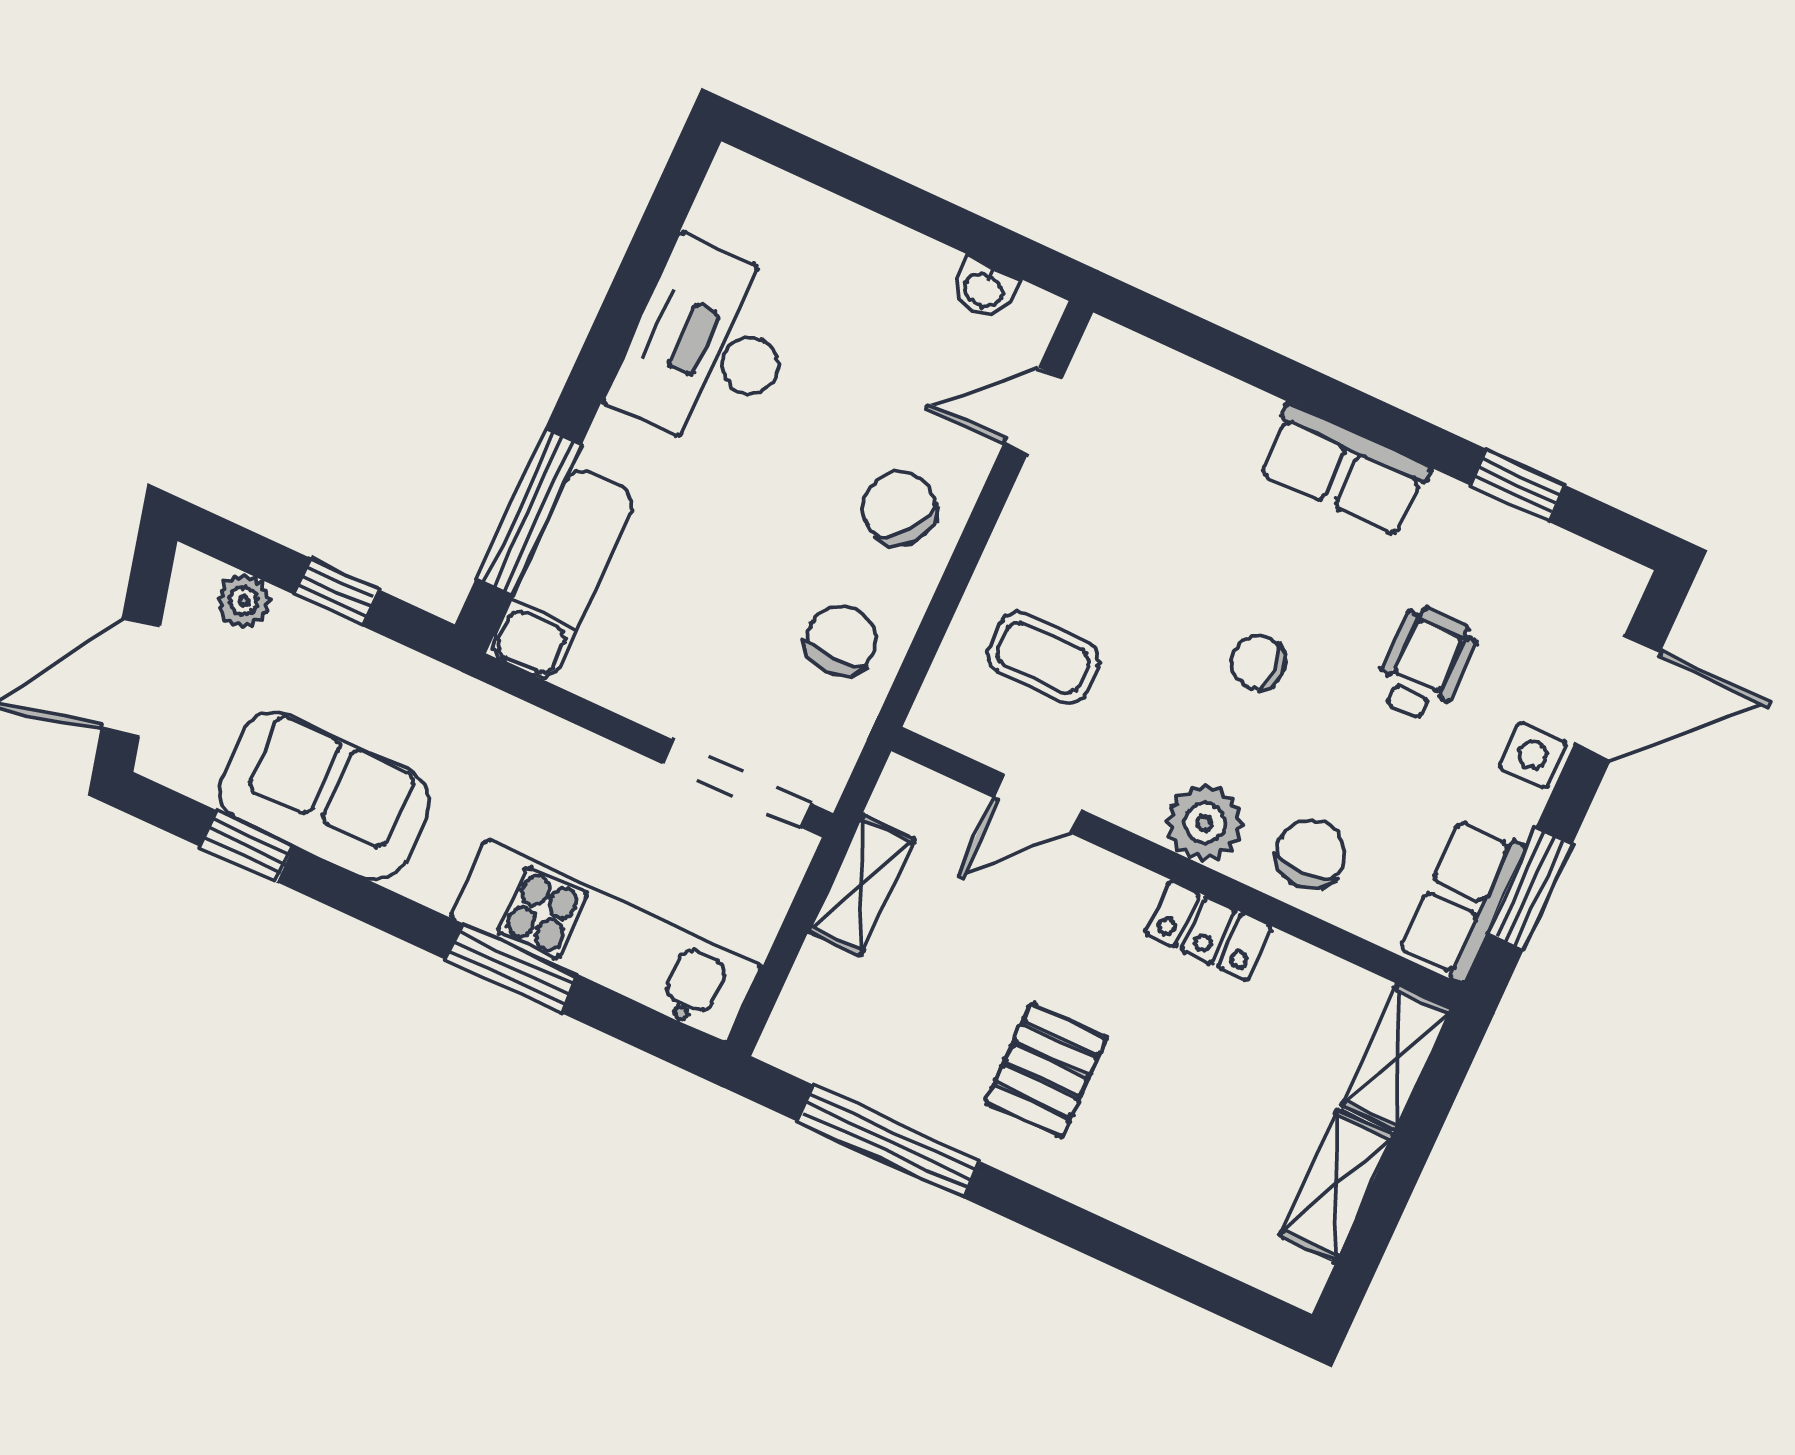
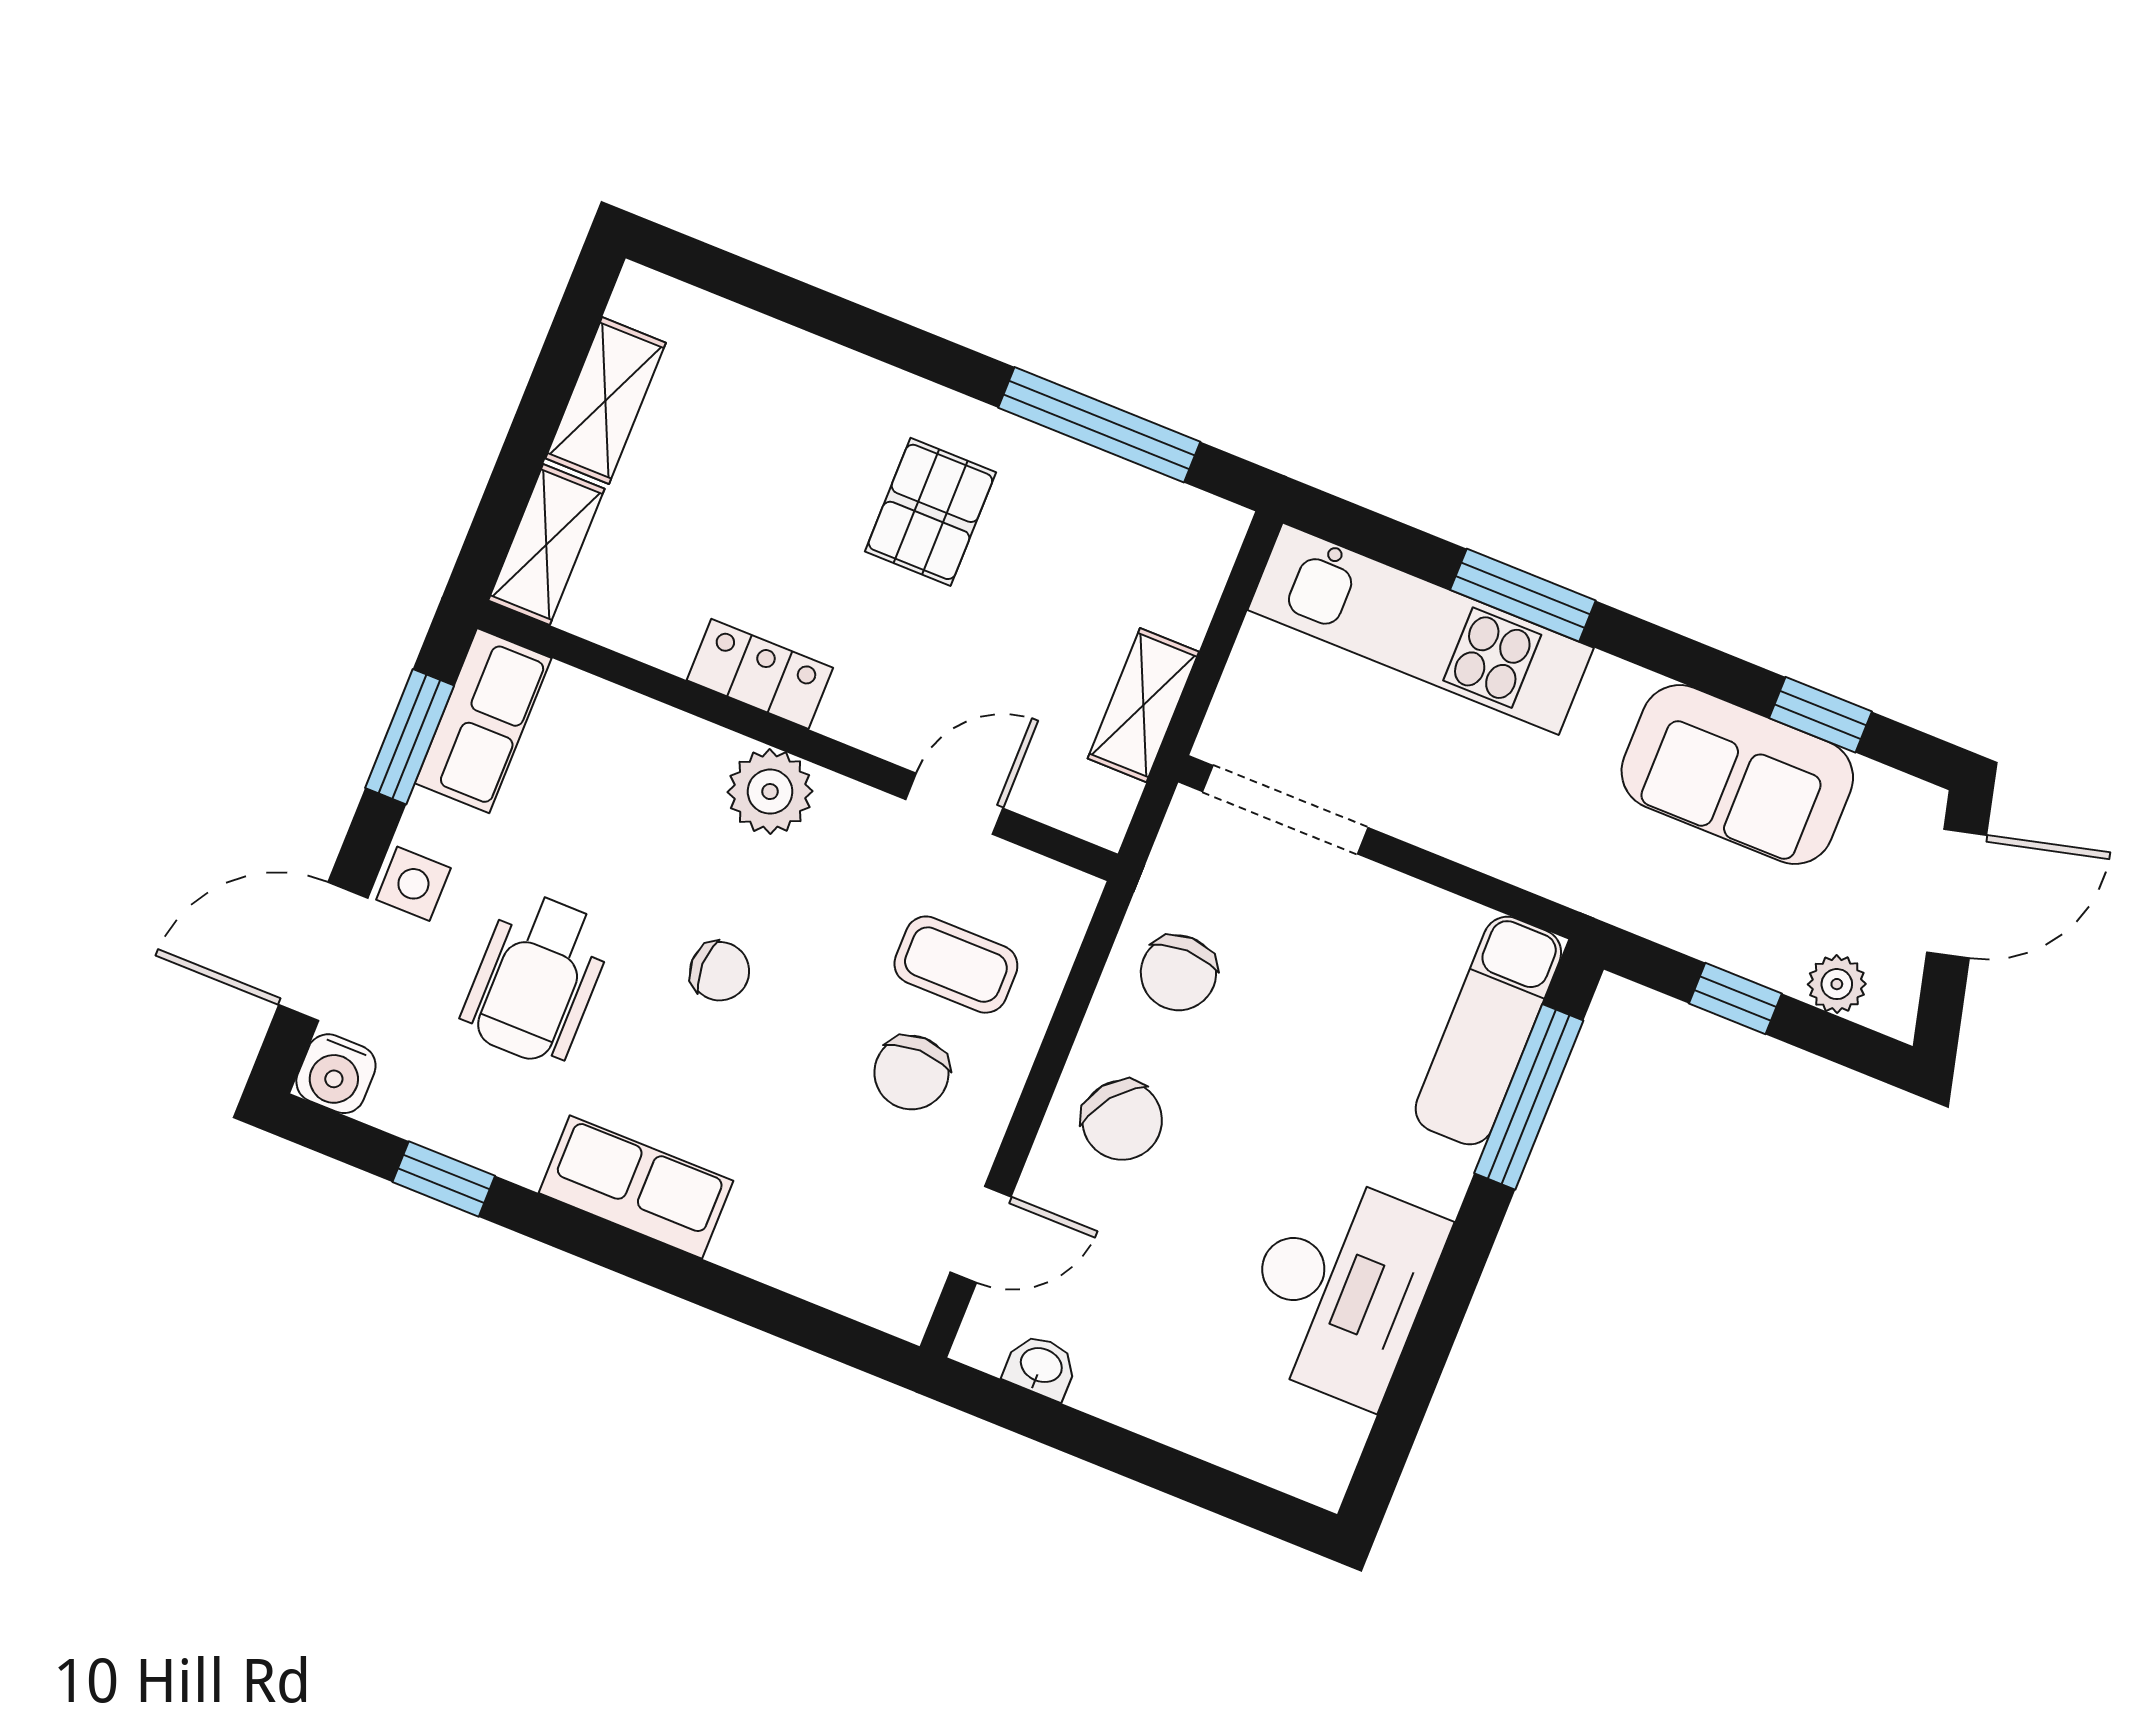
water cooler: (1611, 586) -> (336, 1074), added
wheelchair: (1425, 664) -> (536, 979), width x1.36, depth x1.37
chair: (1311, 853) -> (912, 1073), moved

